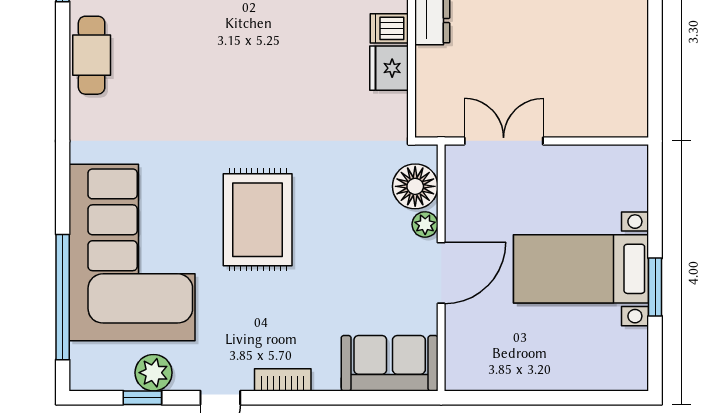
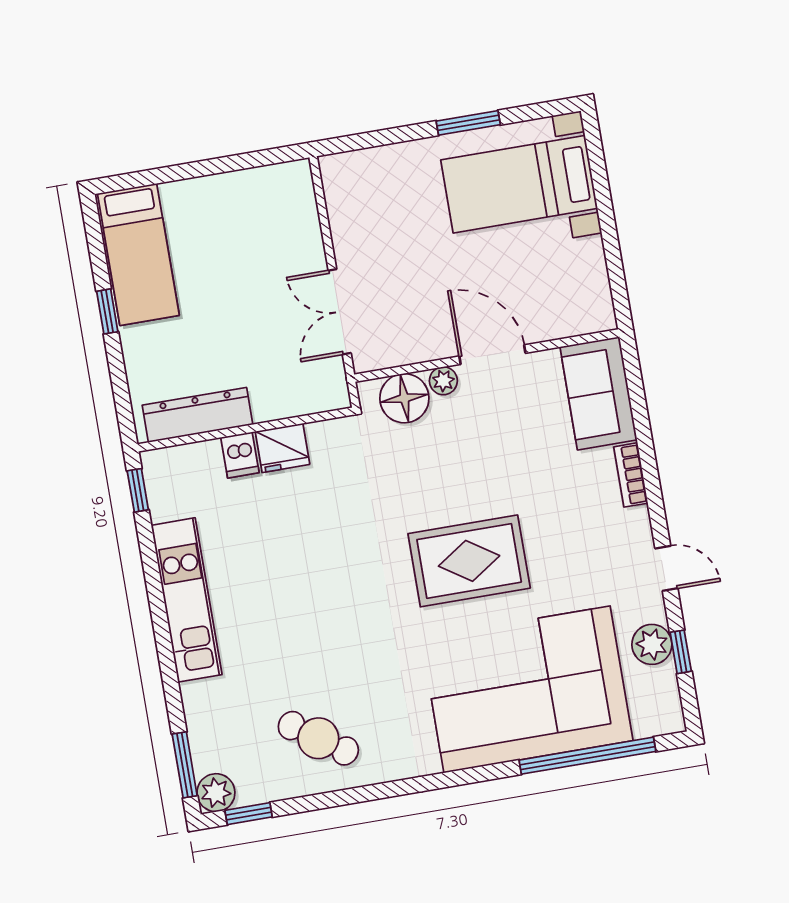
cafe table: (92, 55) -> (318, 738), moved, turned 35
bed with nightstands: (581, 269) -> (519, 184), moved, turned 90
bookcase: (283, 380) -> (631, 475), moved

